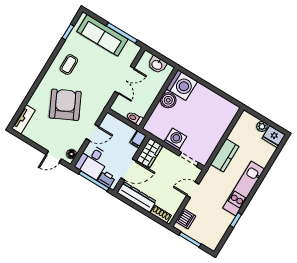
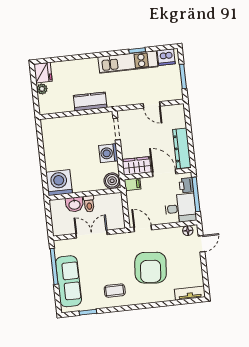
washbasin: (157, 65) -> (74, 204), moved, turned 90
boiler: (168, 100) -> (112, 181), moved
armchair: (65, 105) -> (151, 268), turned -59
toilet: (135, 118) -> (89, 204), moved
door: (92, 133) -> (143, 228), moved
door: (54, 157) -> (201, 244), hinge flipped
kitchen unit: (244, 189) -> (128, 62), moved
door: (193, 190) -> (152, 105), moved
shoe rack: (161, 214) -> (181, 117), removed
dishwasher: (186, 219) -> (166, 57), moved, turned 180

